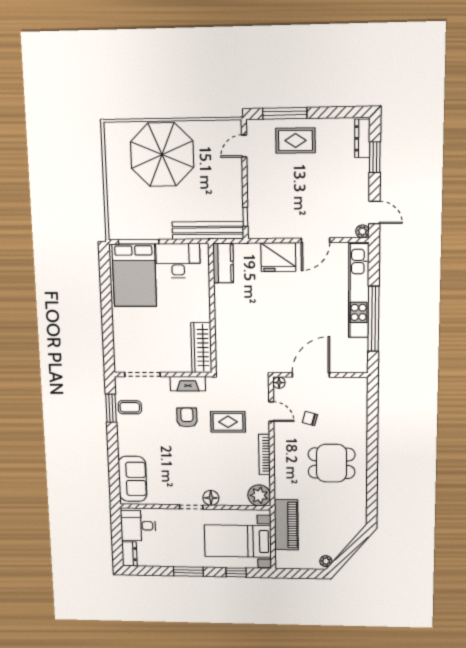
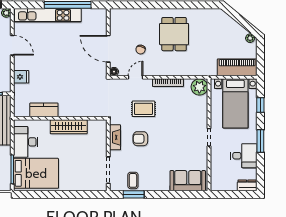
fridge: (278, 257) -> (21, 77), width x0.53, depth x0.75
kitchen counter: (223, 263) -> (44, 110), moved
wardrobe: (201, 348) -> (69, 127), moved
rug: (228, 422) -> (143, 109), turned 90
floor lamp: (211, 498) -> (202, 123), removed
piano: (286, 525) -> (237, 67), moved
desk: (138, 526) -> (244, 156), moved, turned -90

